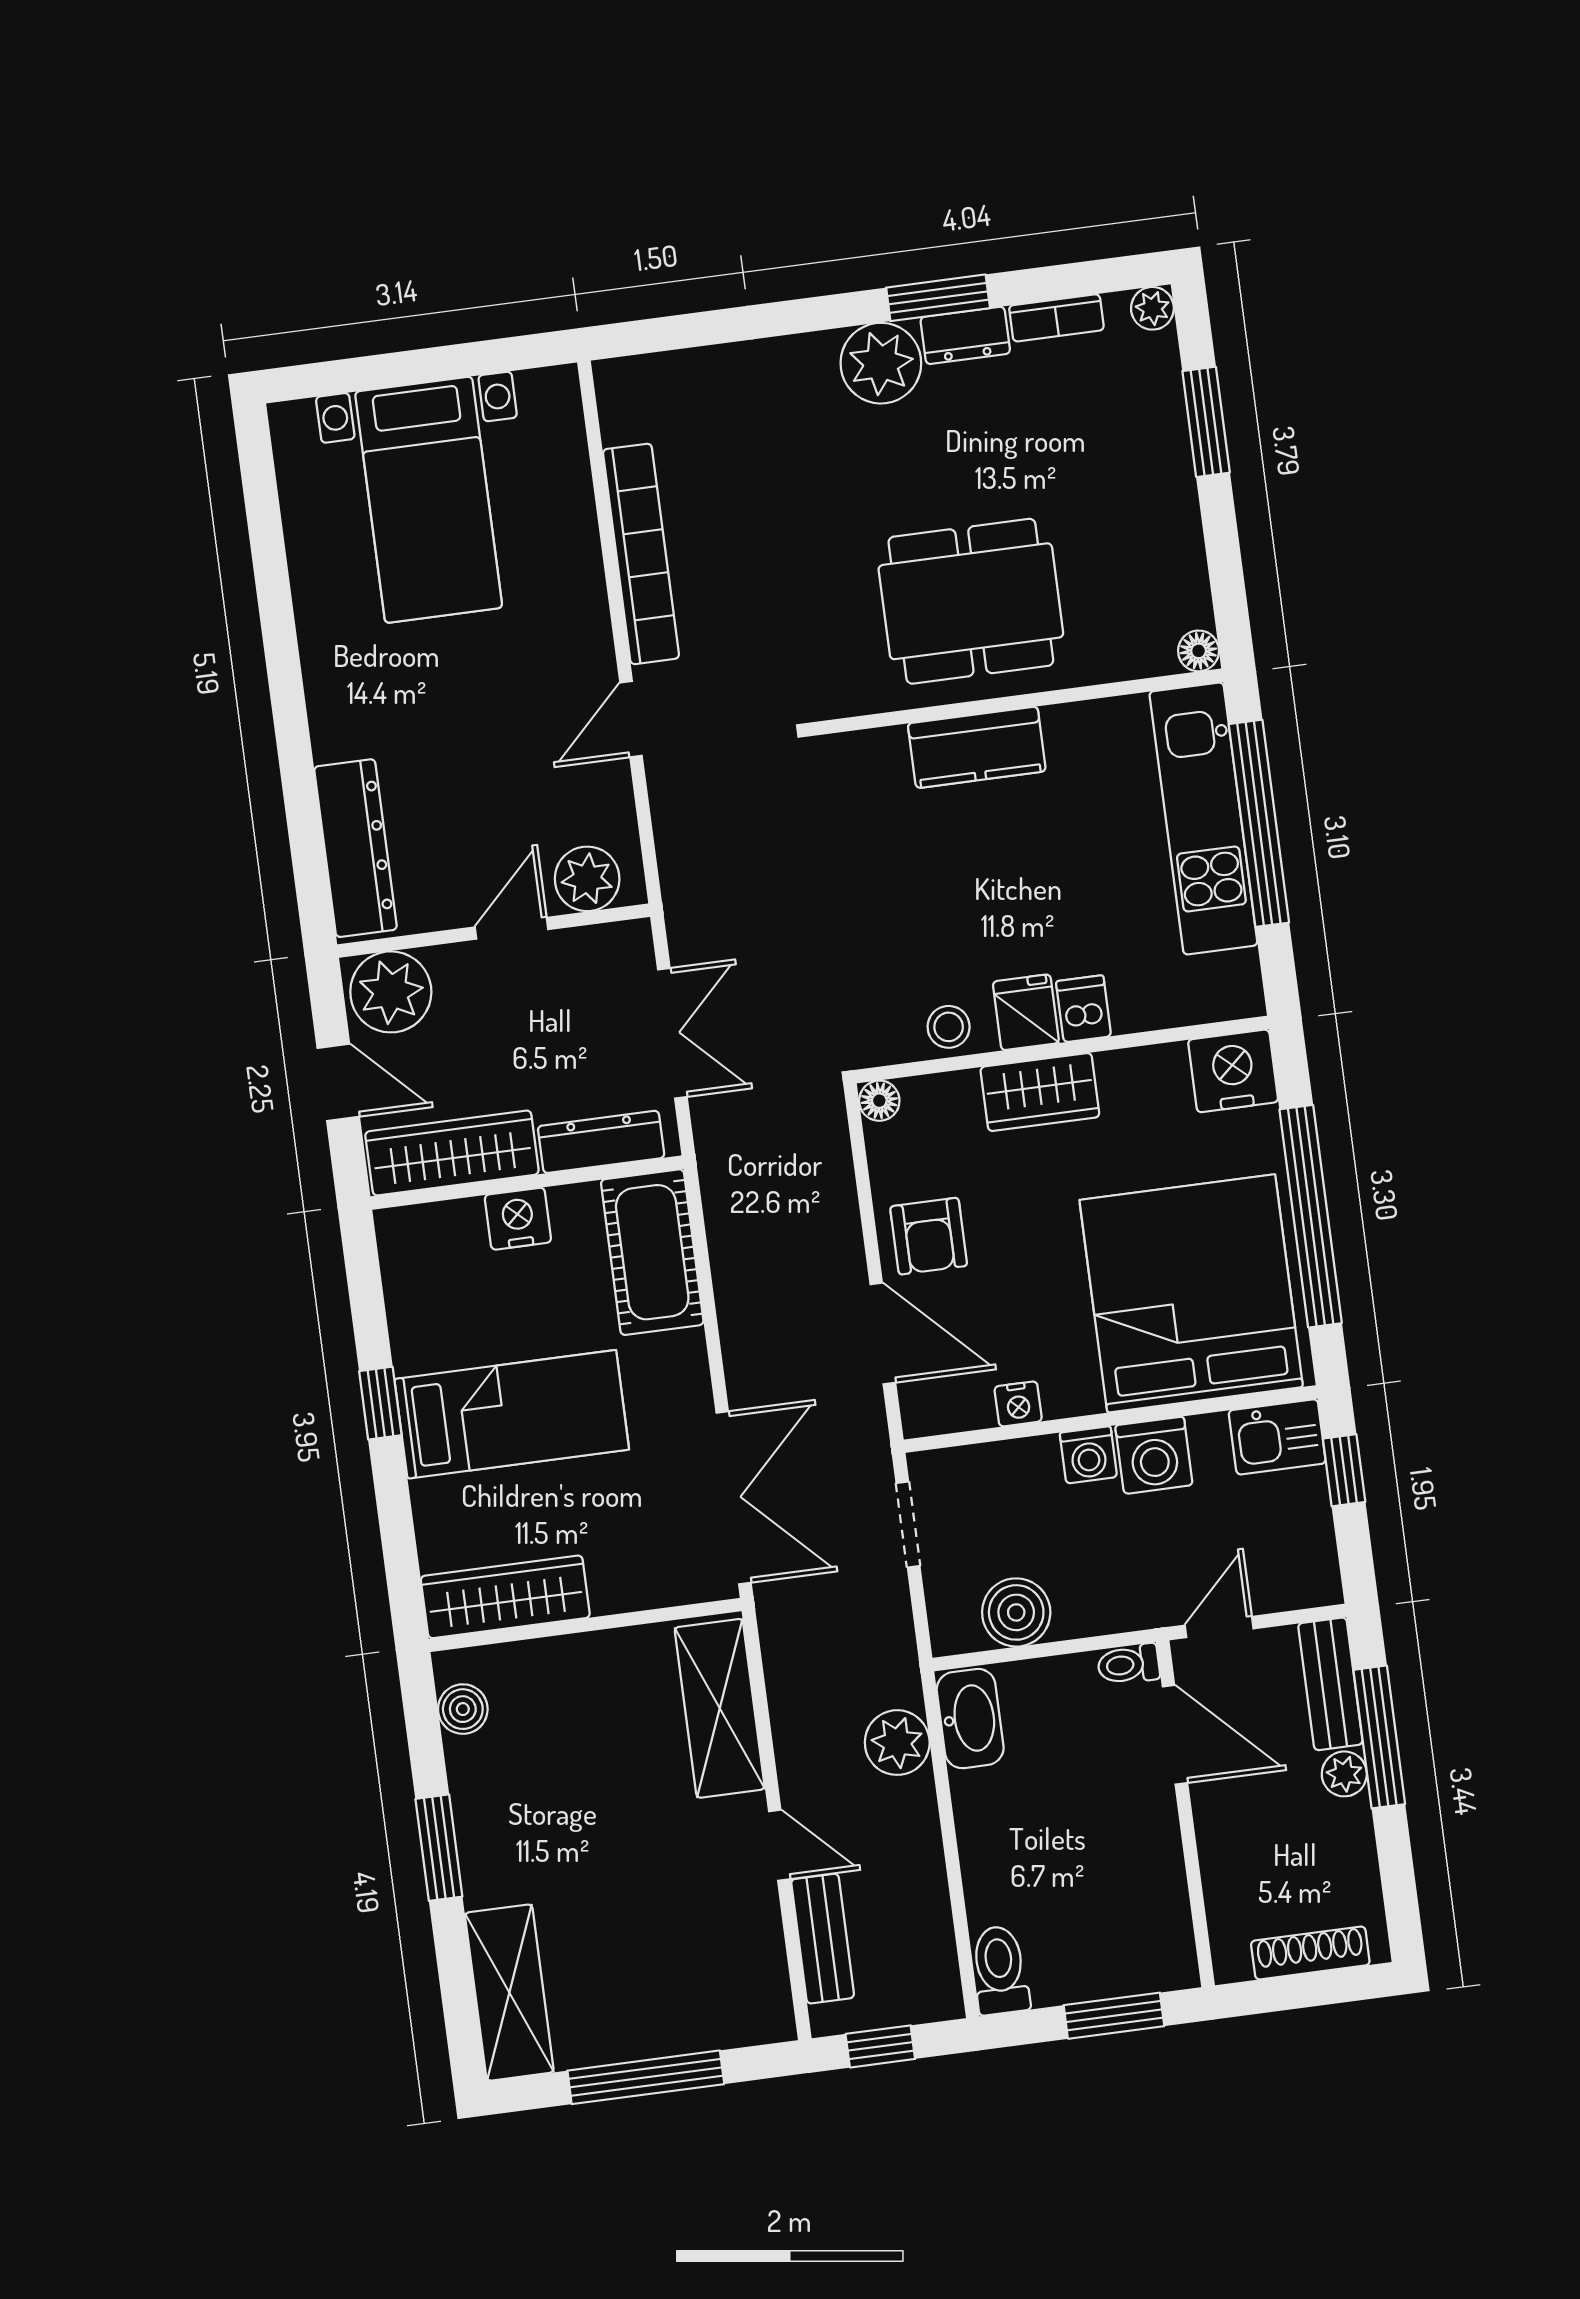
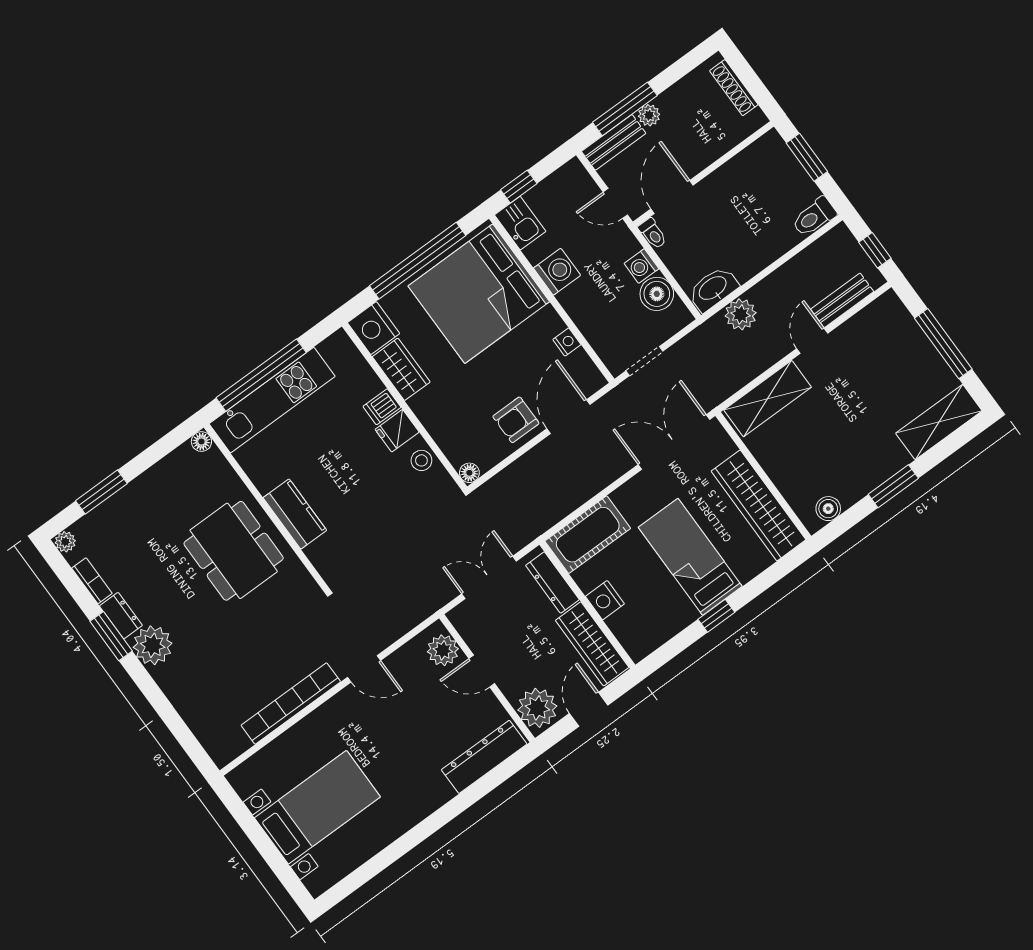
wardrobe: (1040, 1092) -> (401, 369), moved
armchair: (929, 1236) -> (516, 420), turned 180
washing machine: (1088, 1455) -> (641, 266), moved, turned 180
wardrobe: (505, 1597) -> (759, 505), width x1.40, depth x1.17

